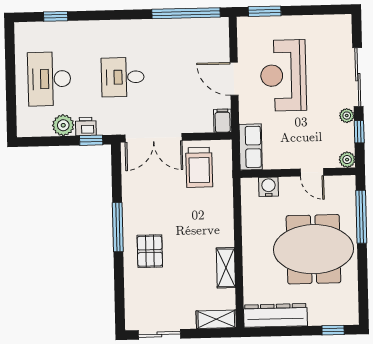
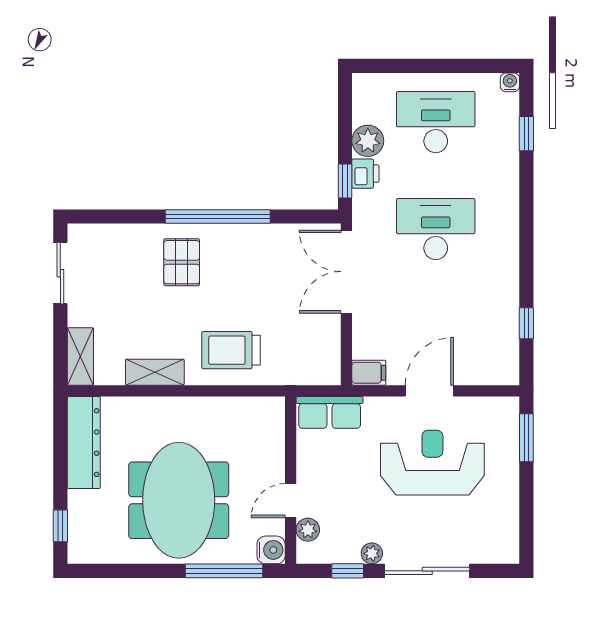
window: (186, 13) -> (526, 323), width x0.32
water cooler: (21, 29) -> (510, 82), added
desk: (123, 77) -> (436, 229), width x1.37
plant: (347, 160) -> (308, 530), moved
trolley: (199, 167) -> (231, 350), moved
water cooler: (269, 187) -> (271, 550), moved
window: (118, 227) -> (218, 217), width x1.46
pallet: (150, 251) -> (182, 262), turned 90

